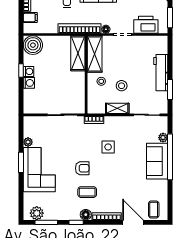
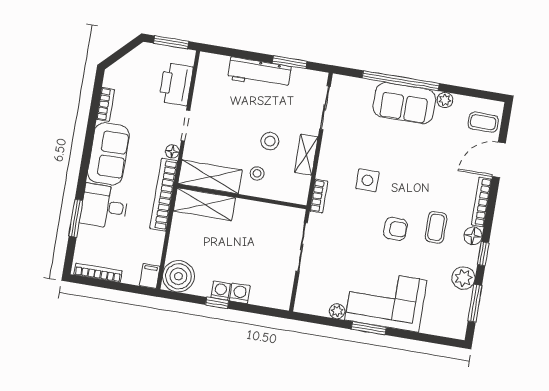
filing cabinet: (30, 17) -> (150, 276), moved
plant: (163, 138) -> (445, 100), moved
armchair: (82, 168) -> (395, 229), turned 90
plant: (37, 213) -> (463, 278), moved

